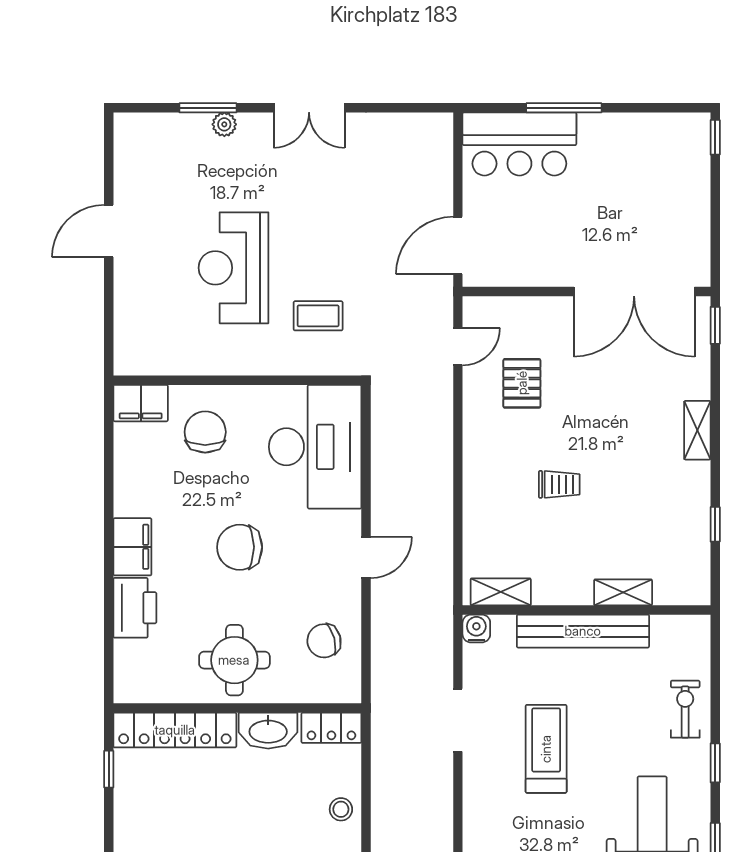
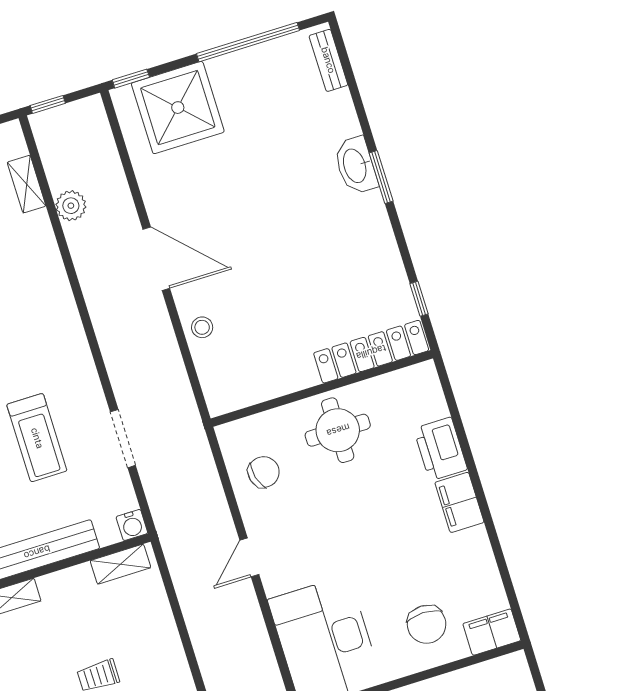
chair: (240, 547) -> (364, 532), removed
locker: (331, 728) -> (233, 397), removed
washbasin: (268, 731) -> (288, 377), removed

